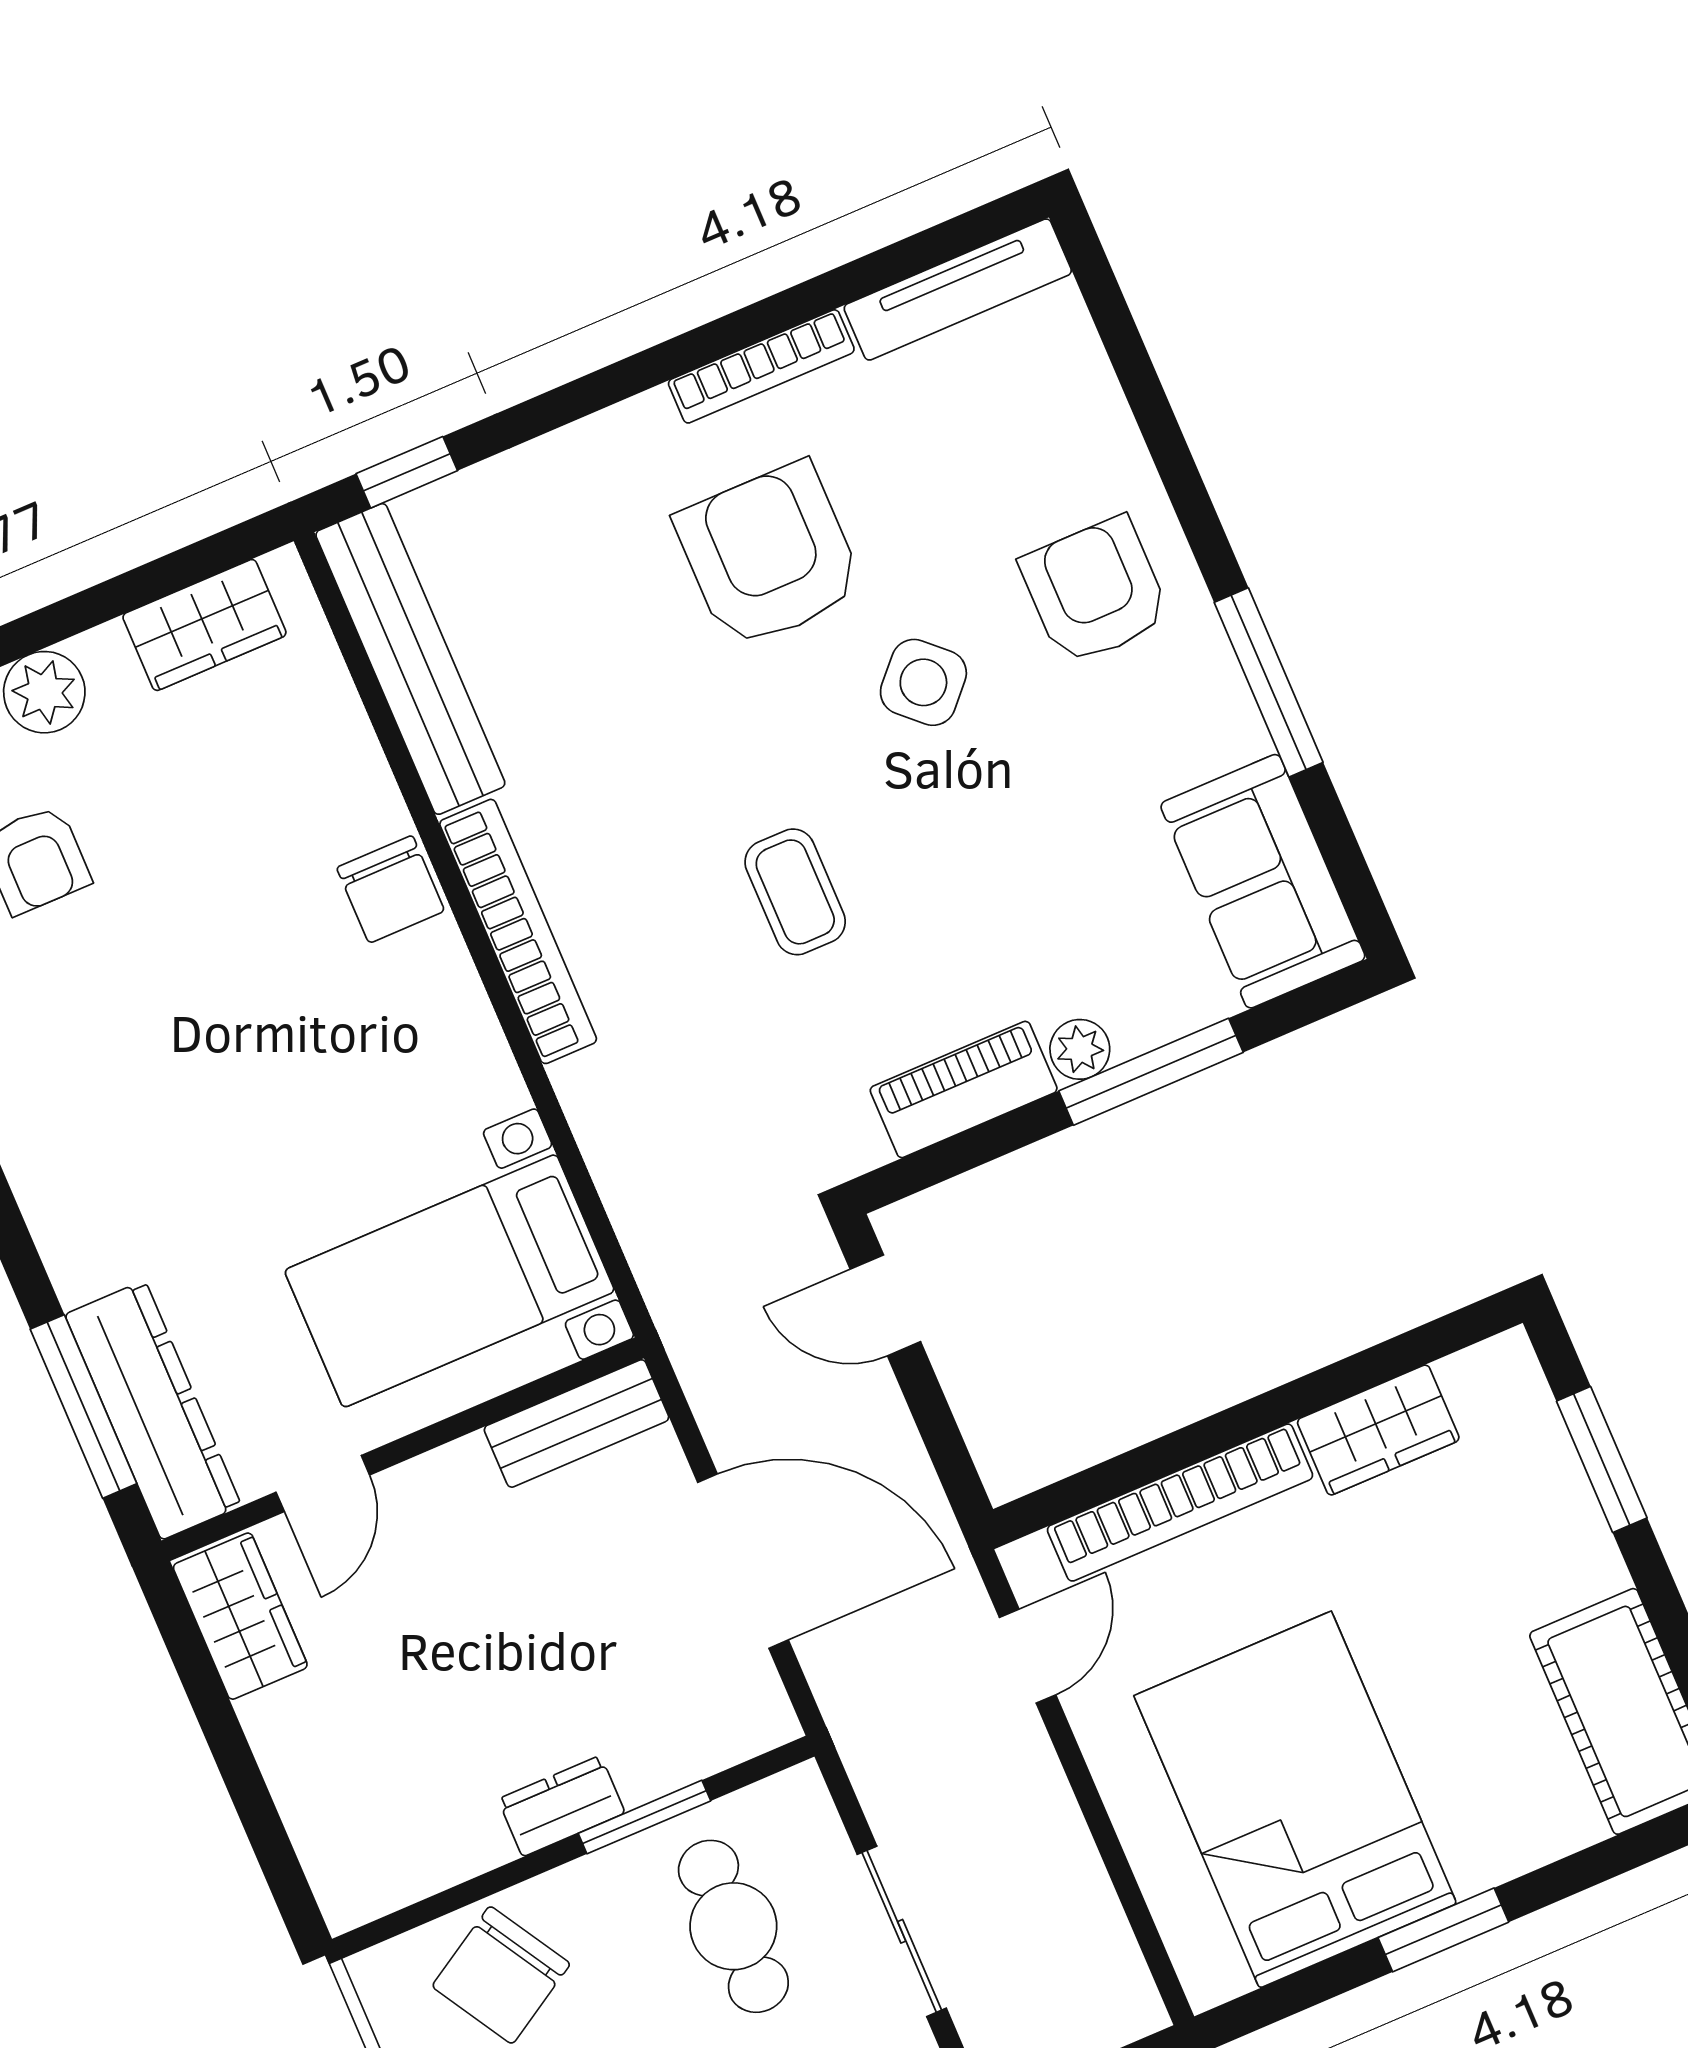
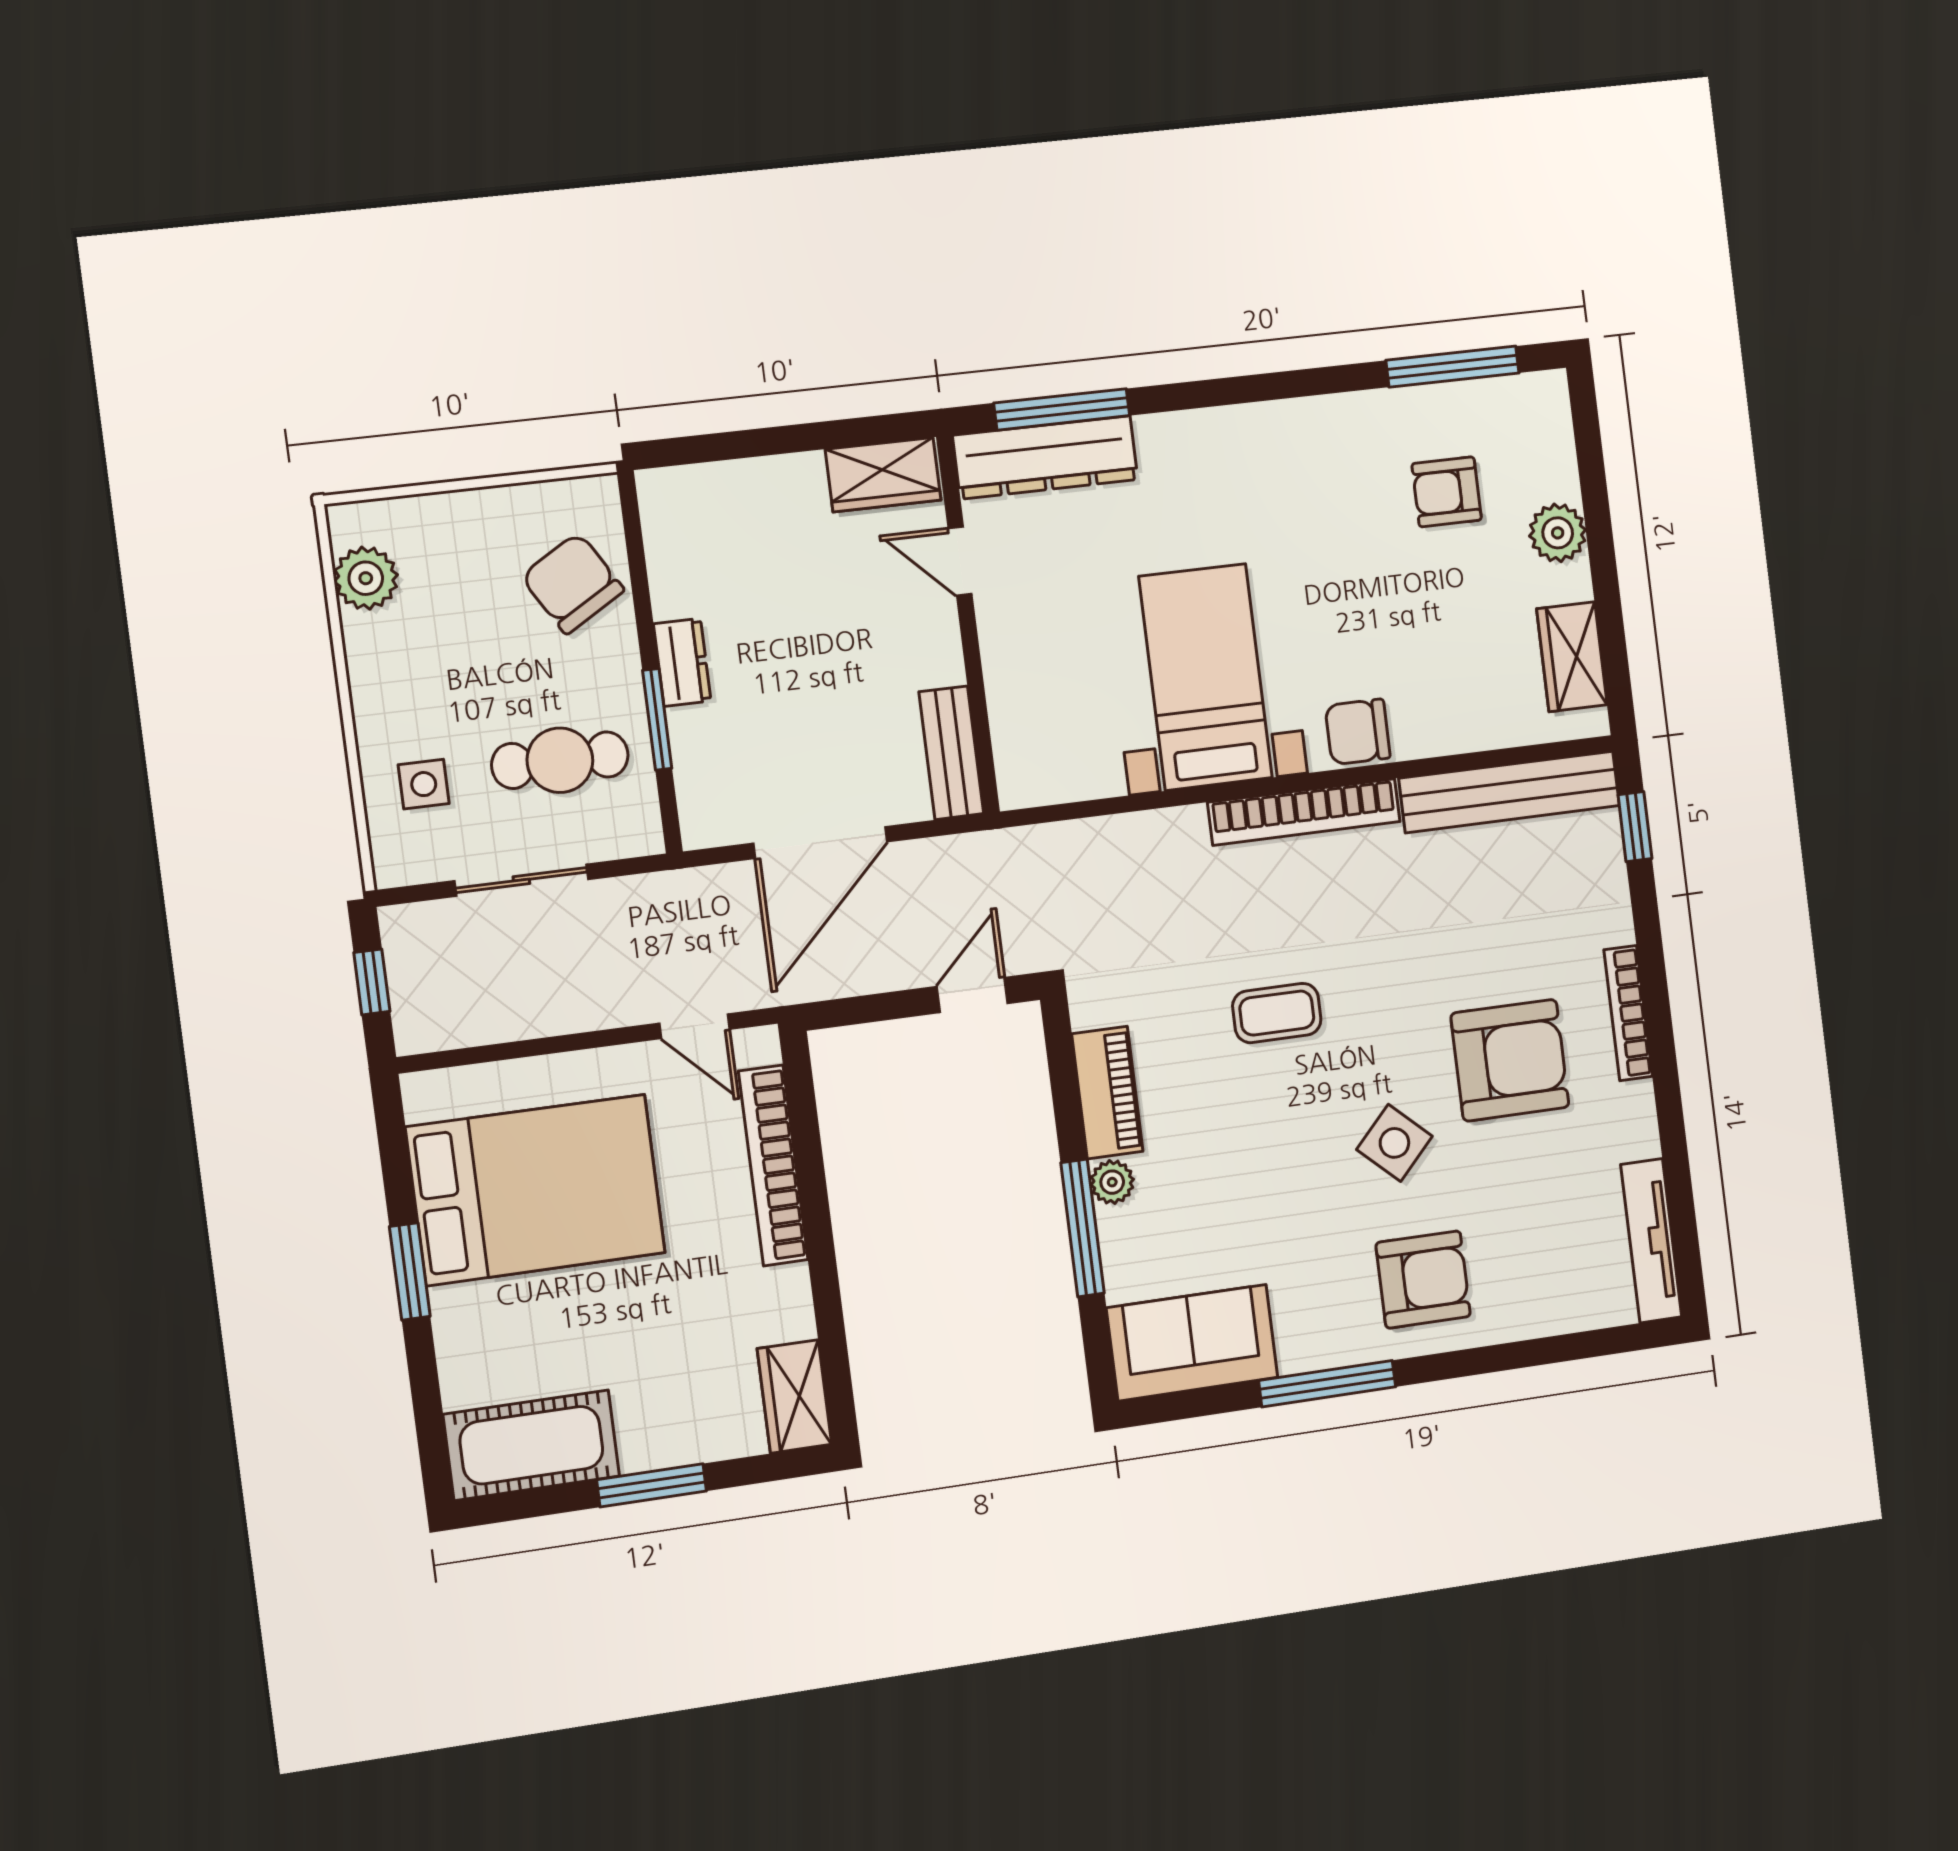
bookcase: (761, 366) -> (1628, 1013), moved
bed with nightstands: (450, 1281) -> (1205, 677), moved
wardrobe: (1378, 1430) -> (794, 1396), moved
window: (1602, 1460) -> (652, 1485), moved

